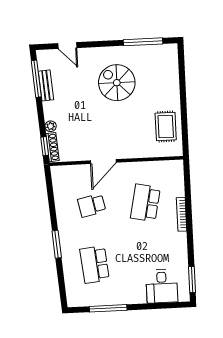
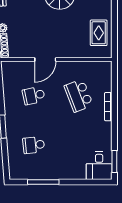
school desk: (145, 203) -> (79, 96), turned -33
school desk: (95, 265) -> (34, 145), width x0.54
desk: (162, 286) -> (99, 166), moved

